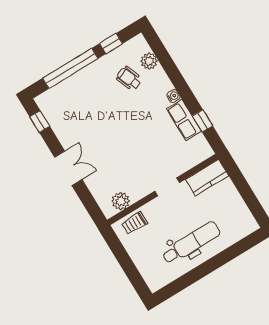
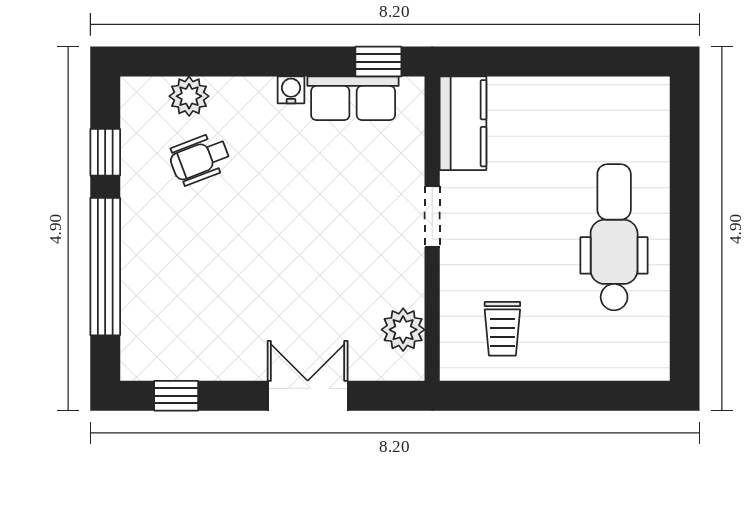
kitchen counter: (207, 178) -> (463, 123), moved
doorway: (167, 187) -> (432, 216), moved
wall: (163, 189) -> (432, 229), moved
plant: (121, 201) -> (403, 330), moved

